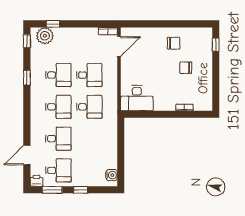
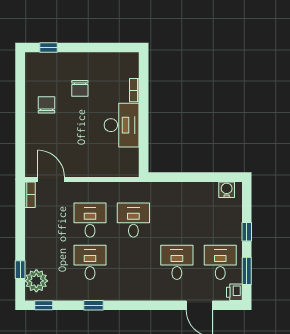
desk: (137, 98) -> (122, 125), moved
desk: (58, 107) -> (133, 262), removed

